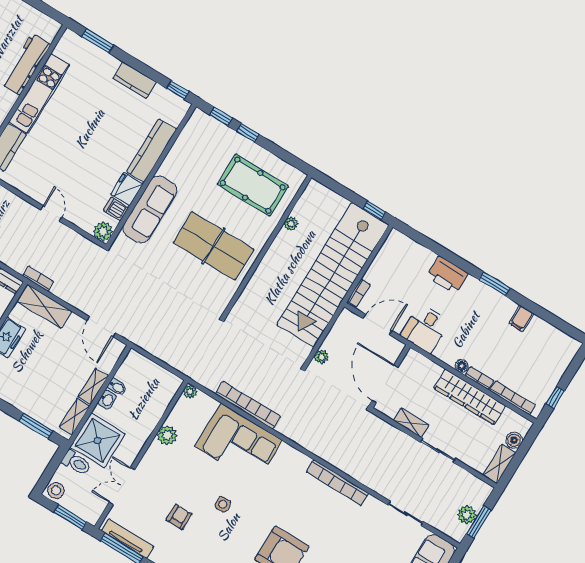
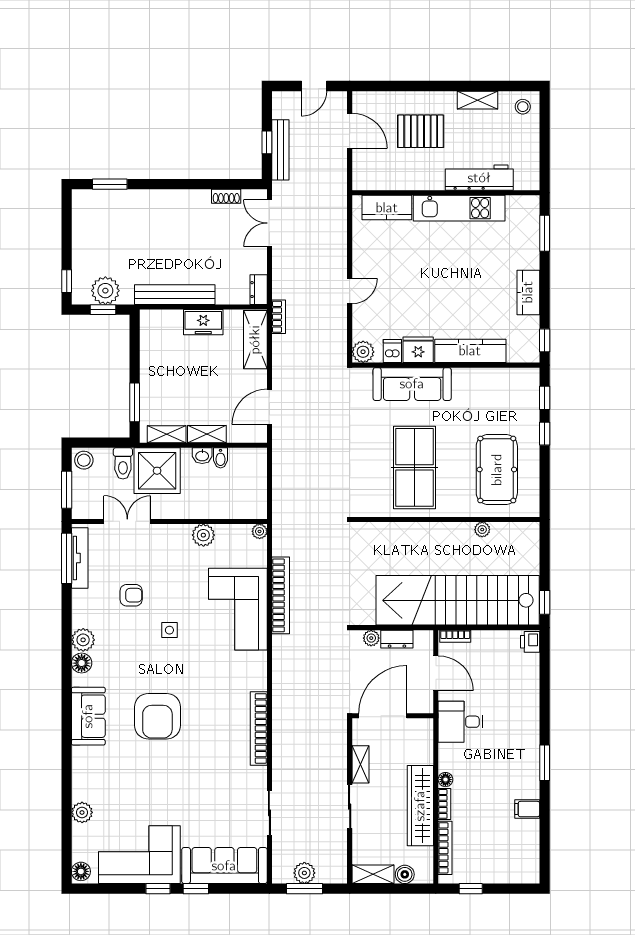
printer: (447, 275) -> (530, 642), moved, width x0.53, depth x0.68
dresser: (334, 338) -> (397, 639), added

